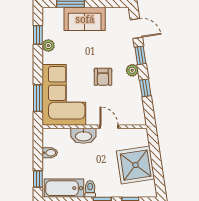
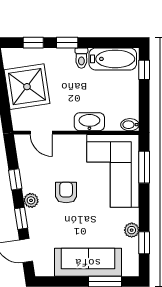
sofa: (85, 19) -> (88, 262), width x1.36
door: (109, 127) -> (41, 133), moved
bidet: (50, 153) -> (130, 125), moved

